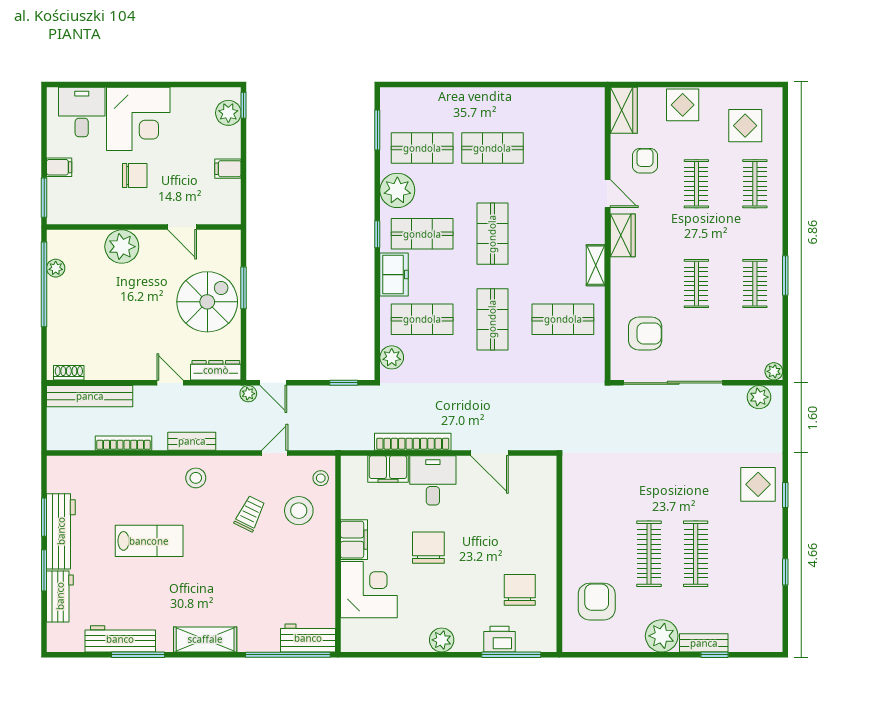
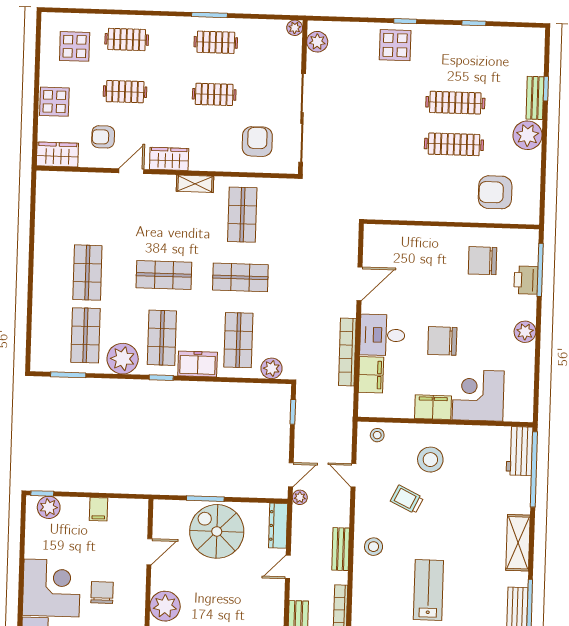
stool: (299, 511) -> (430, 460), moved

